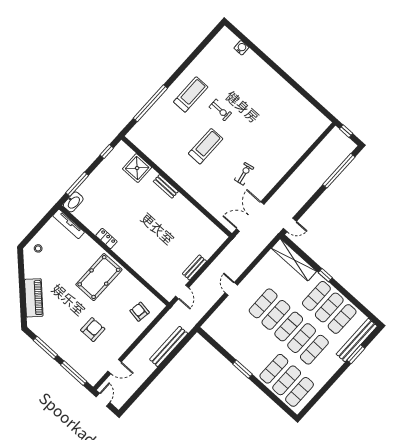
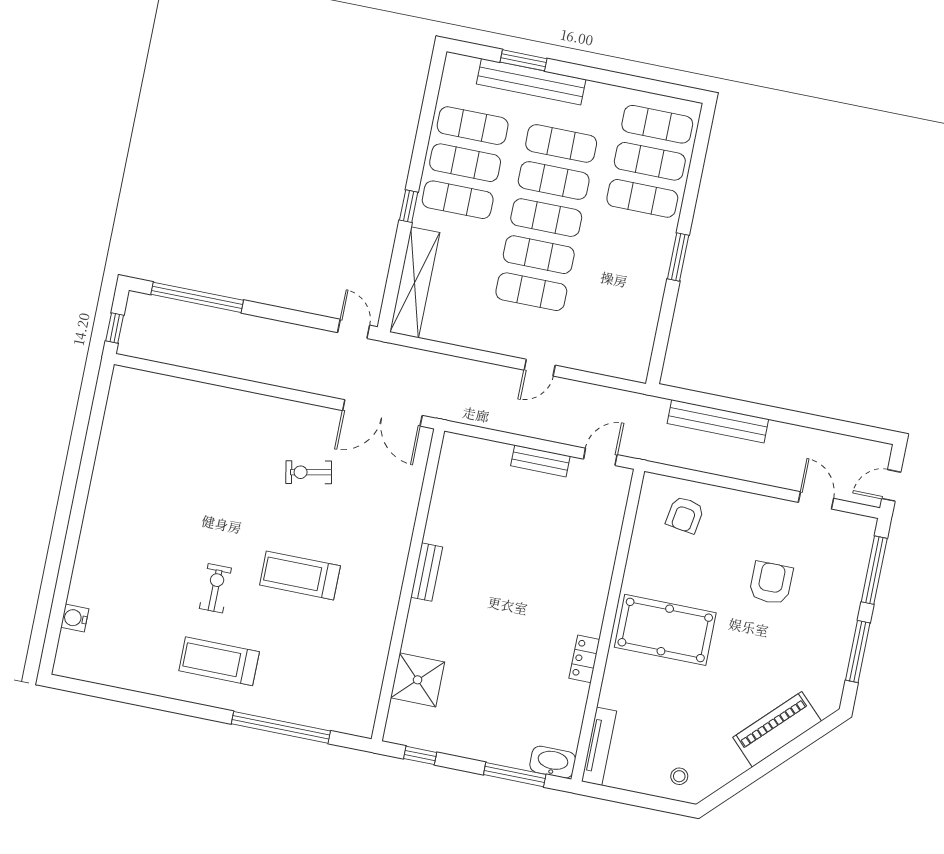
bench: (166, 186) -> (427, 572), moved
armchair: (93, 330) -> (771, 583), turned 90
bench: (357, 340) -> (531, 82), moved

